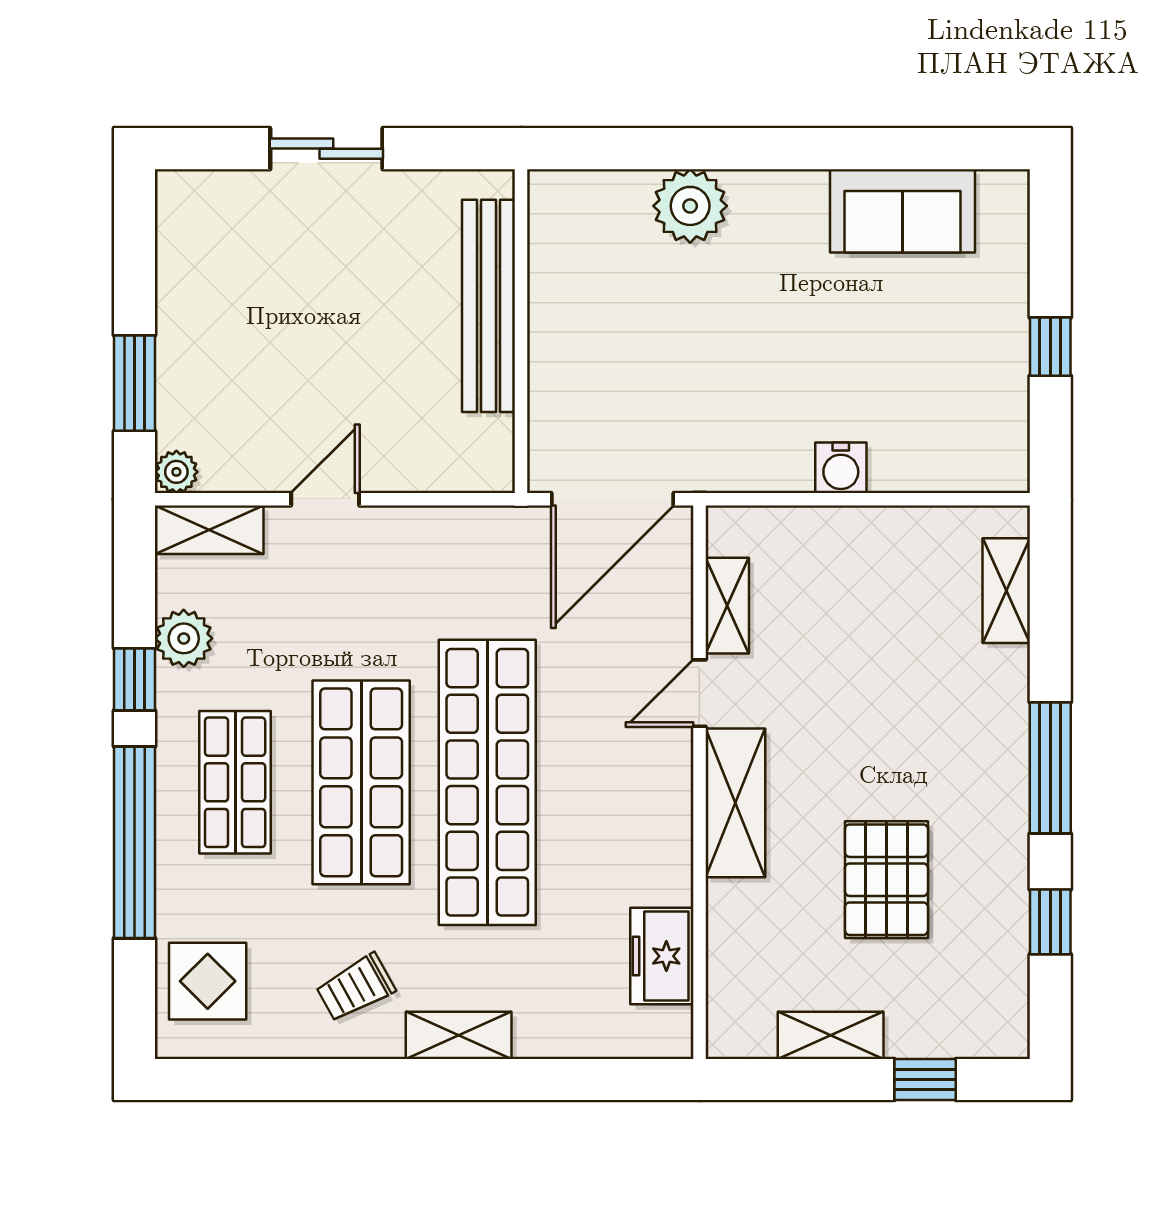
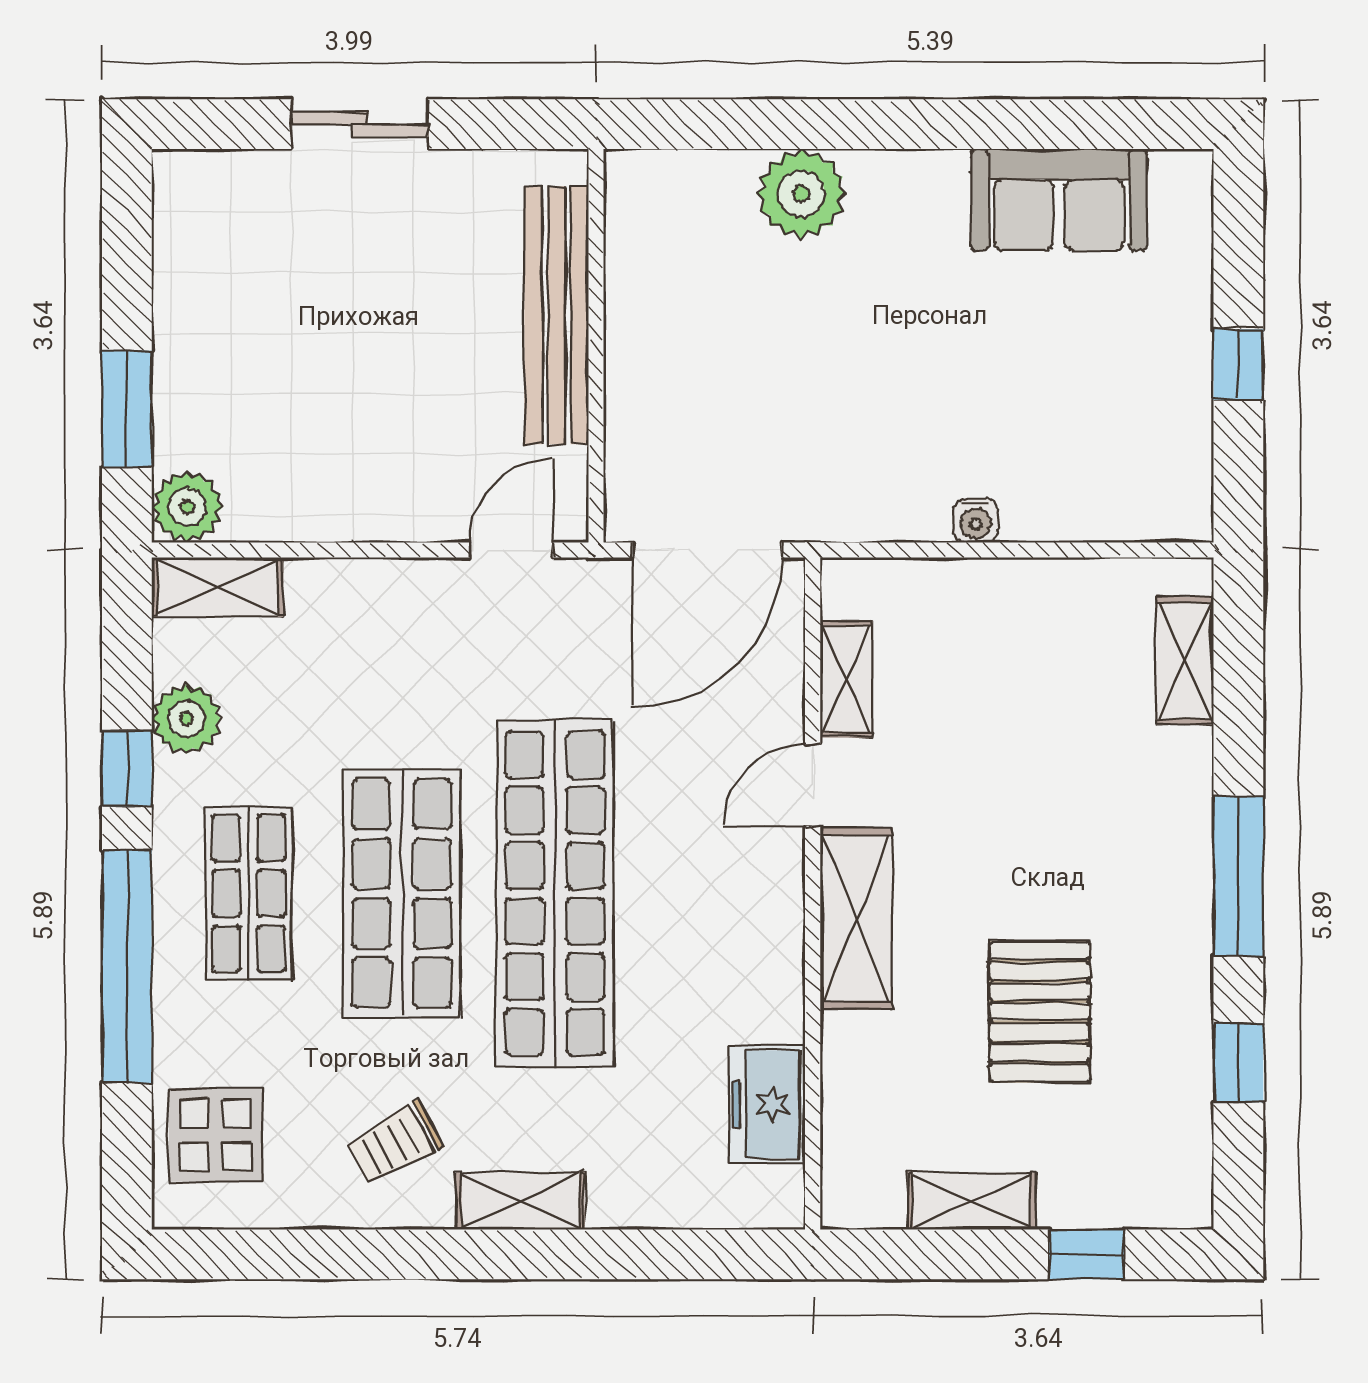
water cooler: (841, 468) -> (976, 520), width x0.72, depth x0.72
plant: (176, 472) -> (187, 507), width x1.38, depth x1.38
door: (325, 499) -> (511, 550), moved

